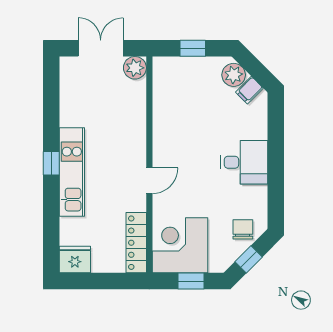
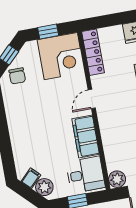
filing cabinet: (166, 132) -> (86, 137), added
desk: (244, 162) -> (85, 175), moved, turned 180

